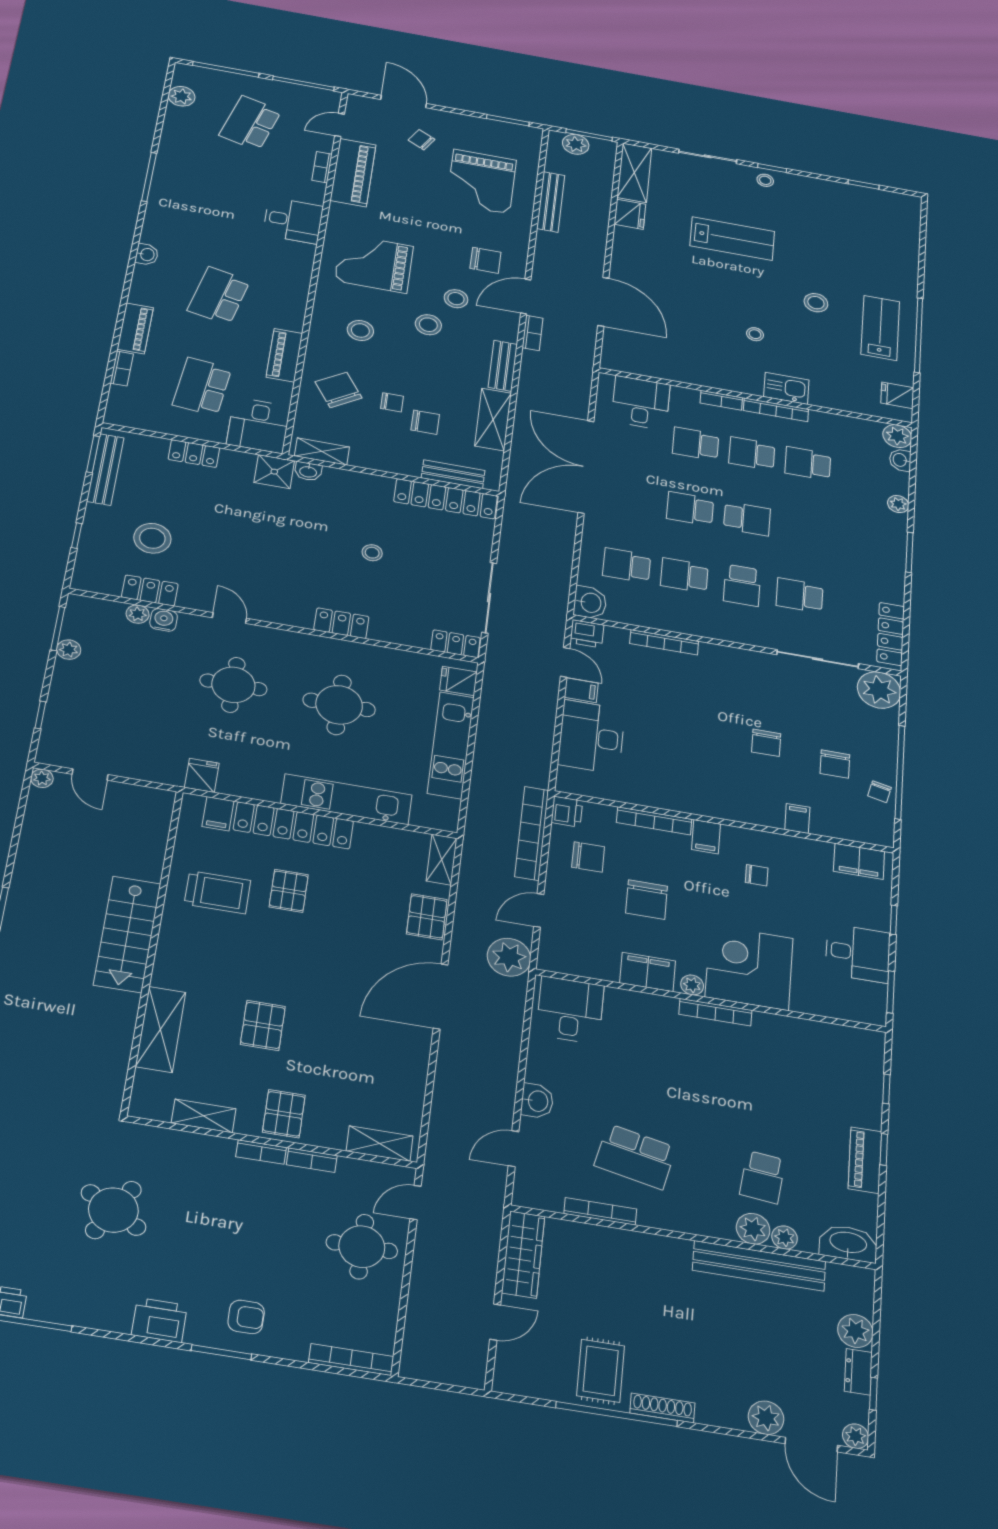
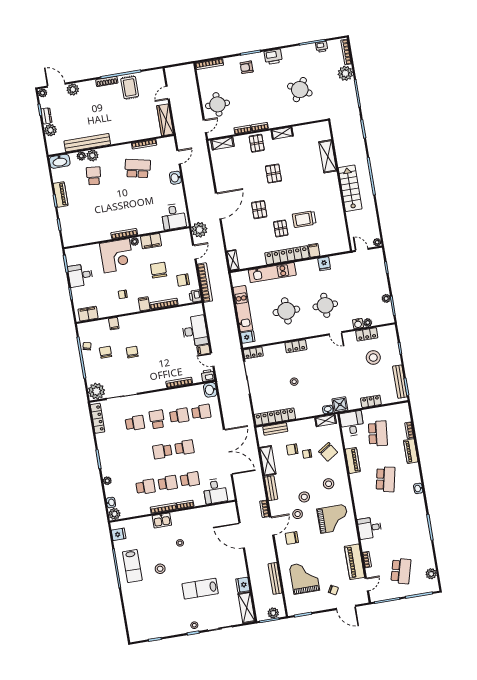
pallet: (427, 917) -> (259, 210), moved
stairs: (127, 934) -> (350, 188), moved
wall: (152, 949) -> (340, 186), moved
shelving: (160, 1029) -> (328, 156), moved

